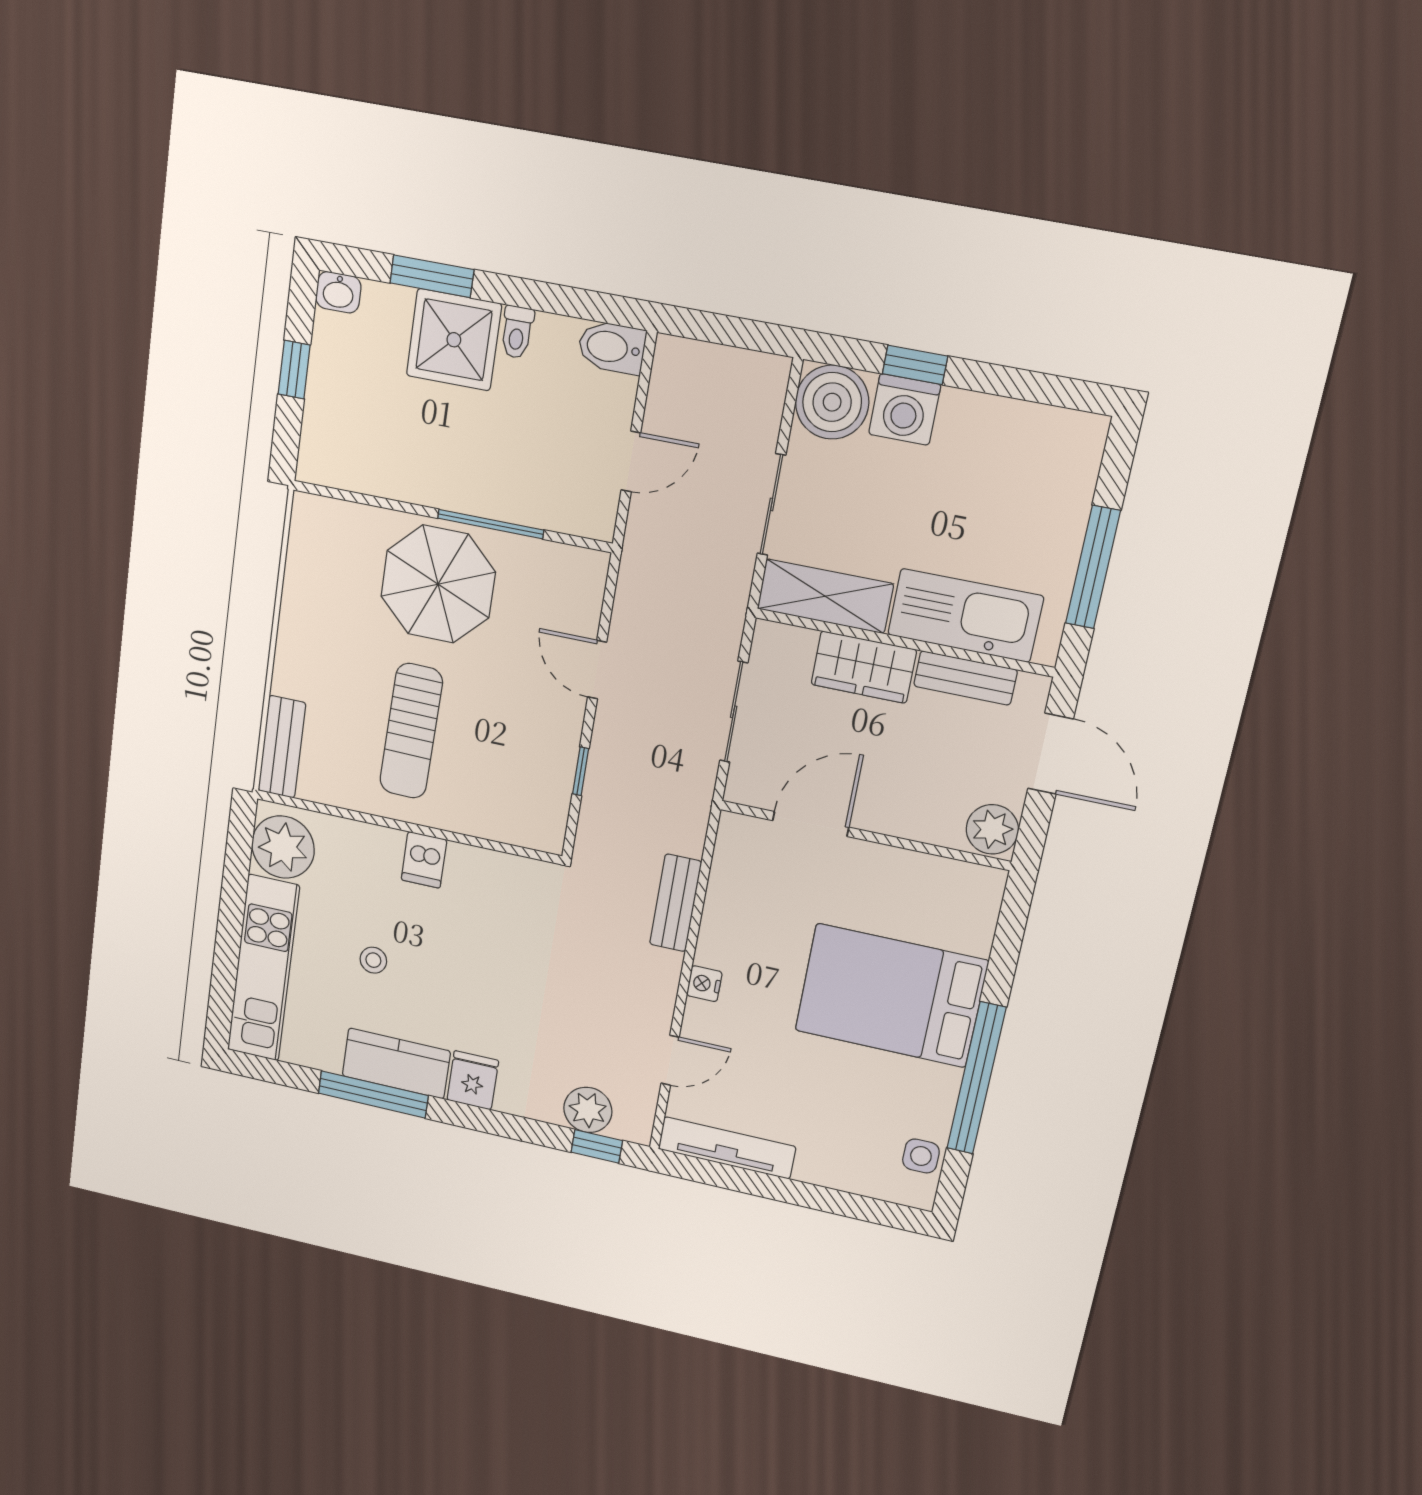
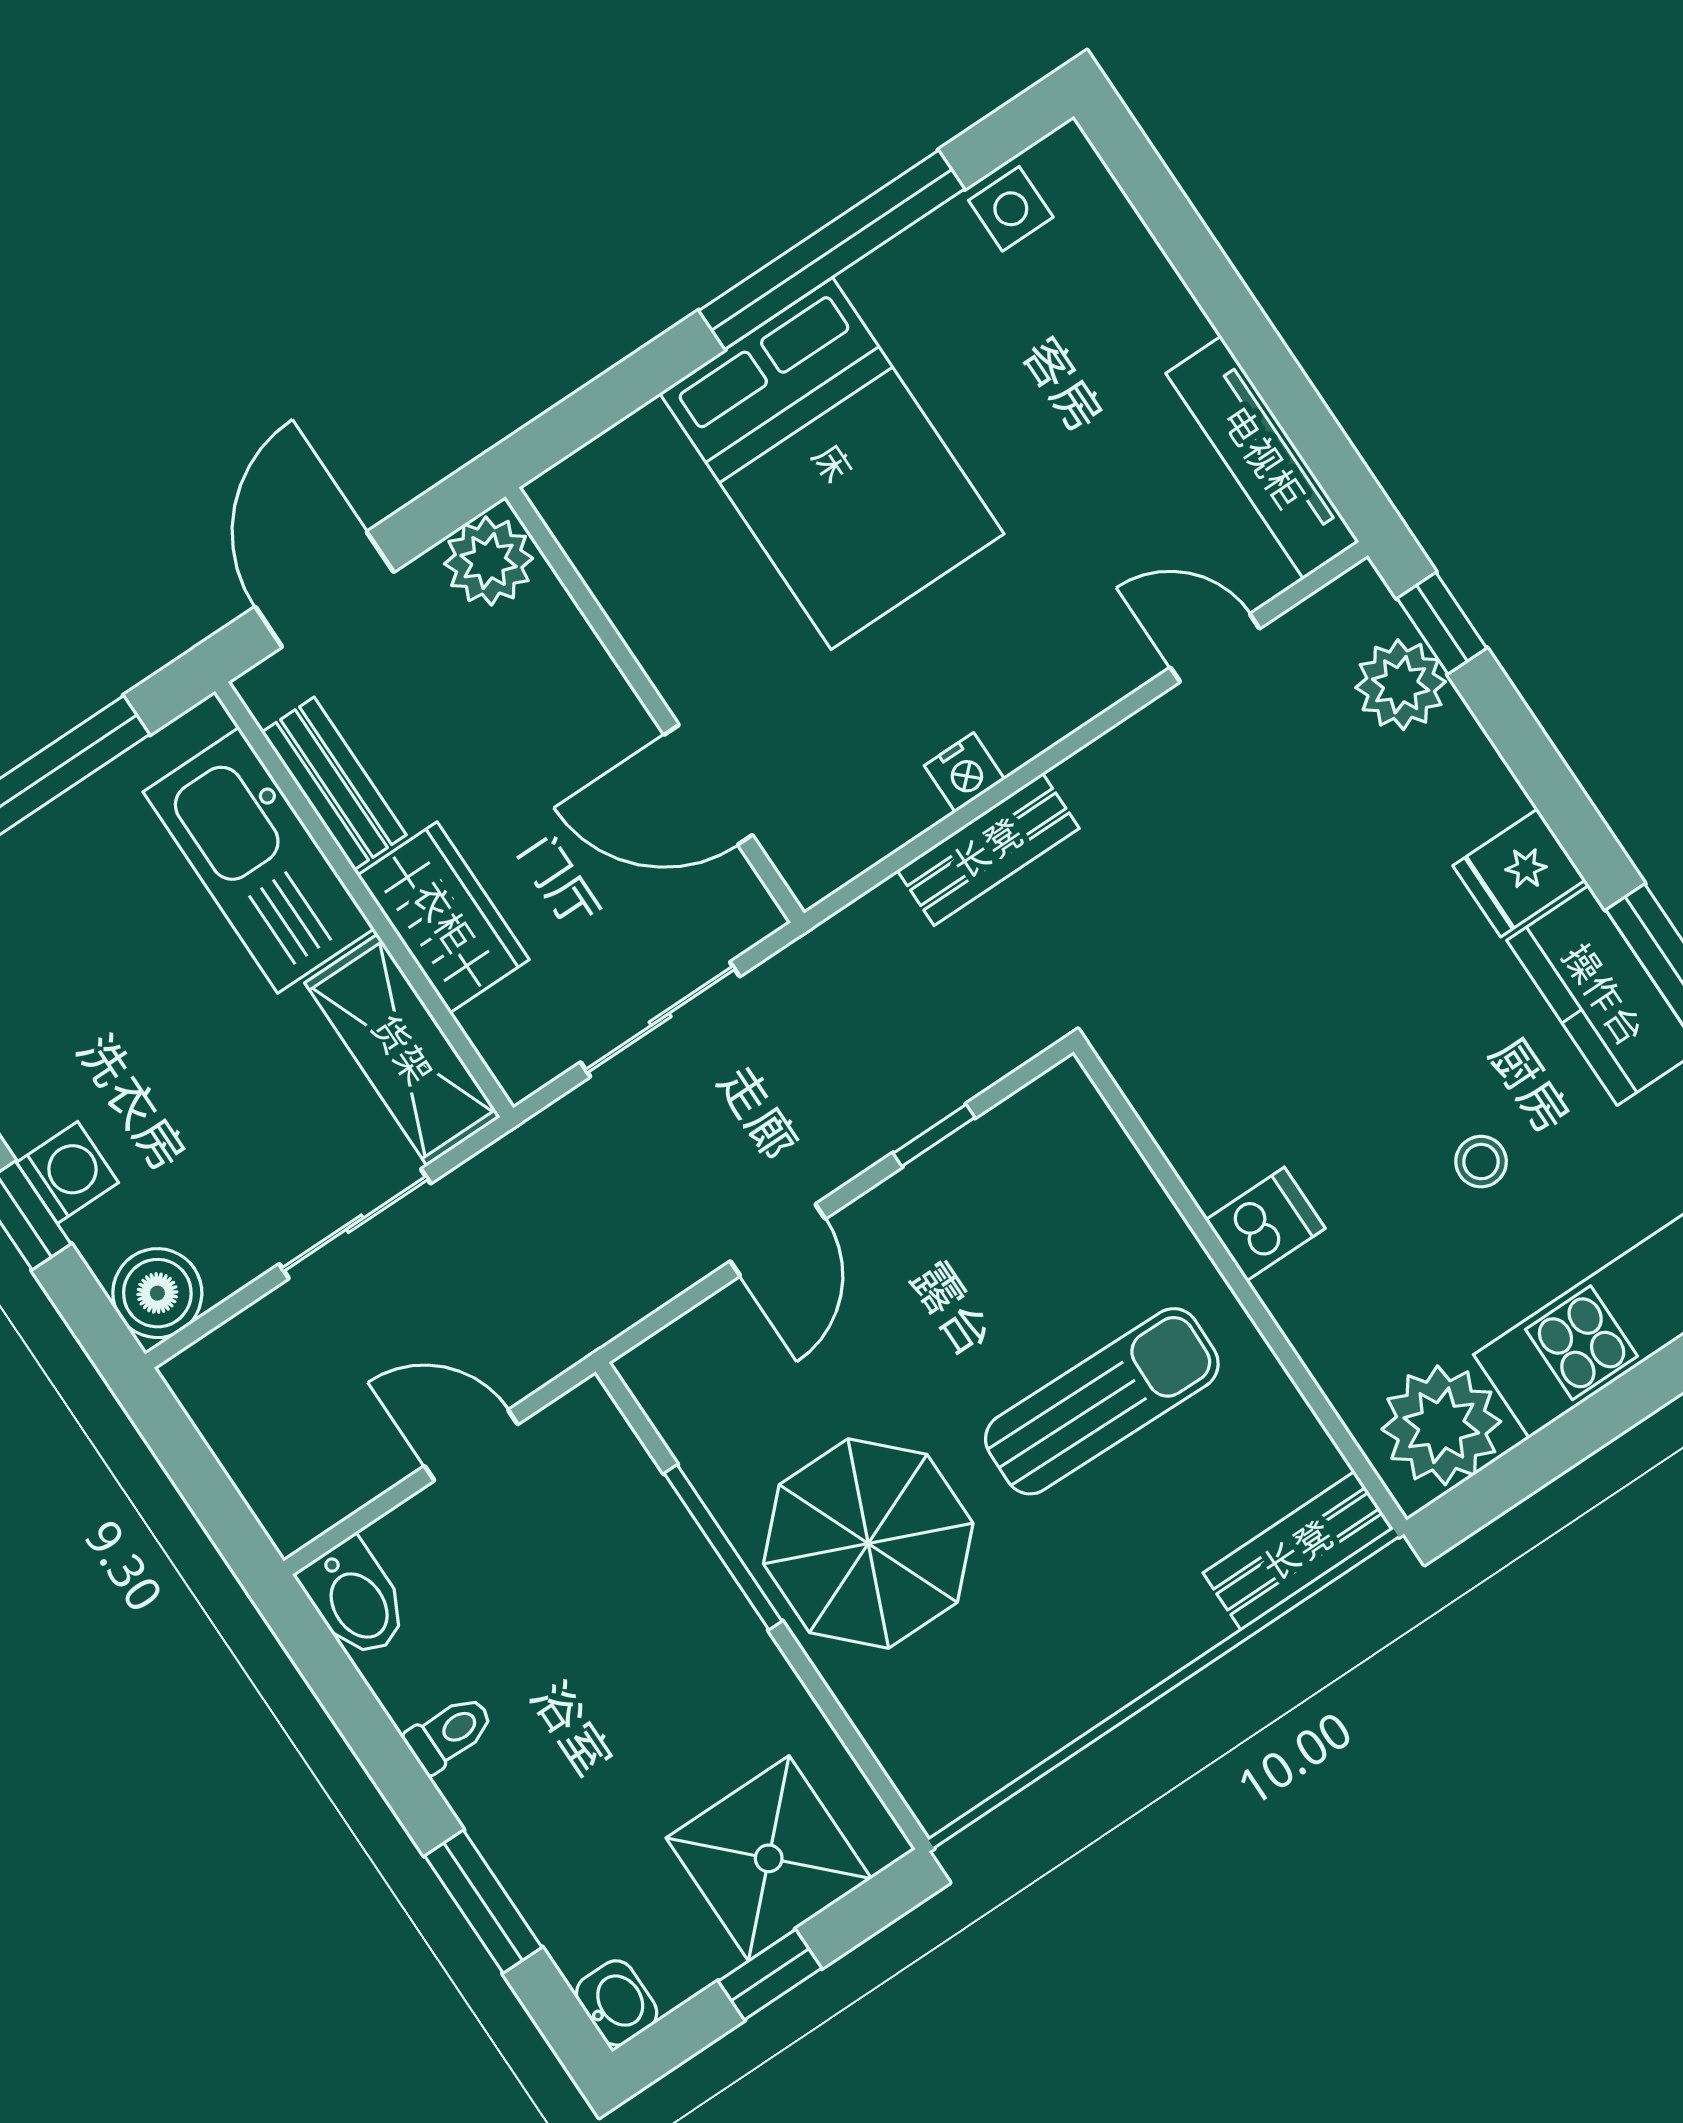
shower: (454, 340) -> (769, 1858), moved
boiler: (832, 402) -> (157, 1293), width x0.73, depth x0.73
washing machine: (905, 409) -> (68, 1173), width x0.73, depth x0.73
nightstand: (704, 984) -> (964, 772), moved

